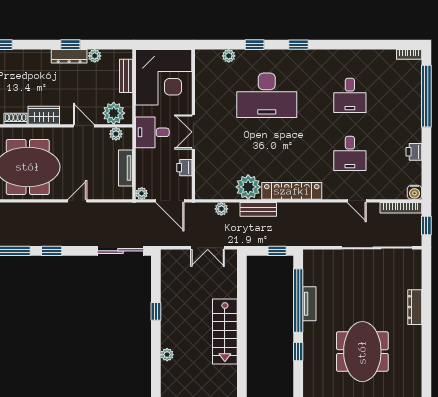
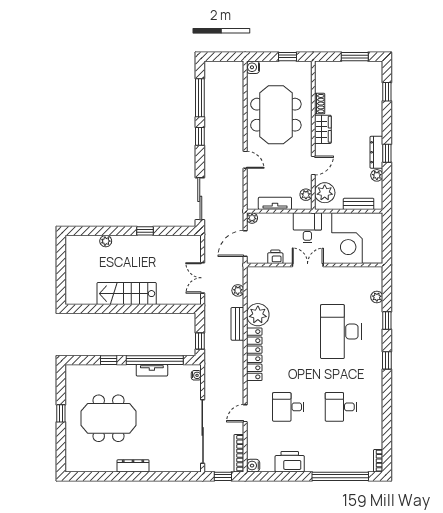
printer: (414, 152) -> (290, 462), width x1.87, depth x1.48
water cooler: (315, 255) -> (196, 375), added
dresser: (415, 307) -> (133, 466), moved

